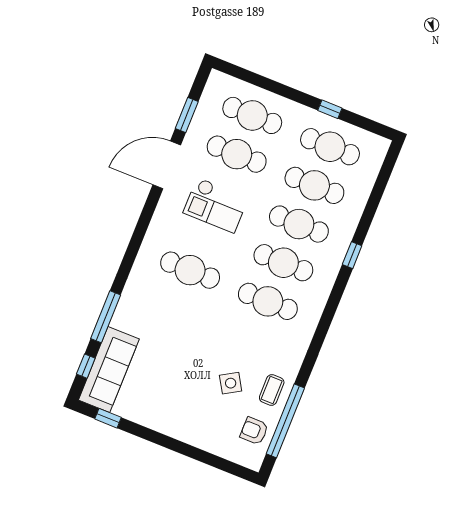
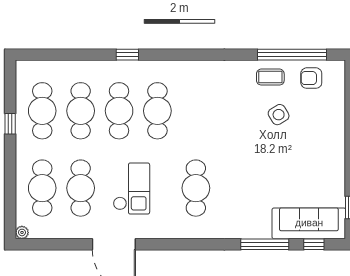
plant: (216, 77) -> (22, 232), added
window: (187, 115) -> (64, 244), removed
cafe table: (268, 301) -> (196, 111), removed
armchair: (254, 431) -> (311, 78), turned 90

